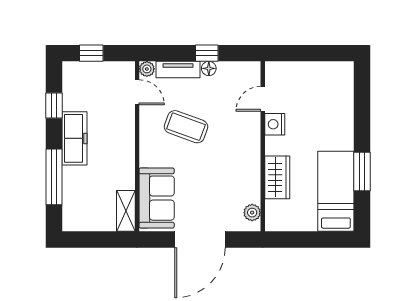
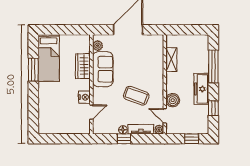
boiler: (124, 119) -> (173, 100), added
sofa: (157, 198) -> (103, 69), moved, turned 180
shelving: (126, 211) -> (171, 60), moved

